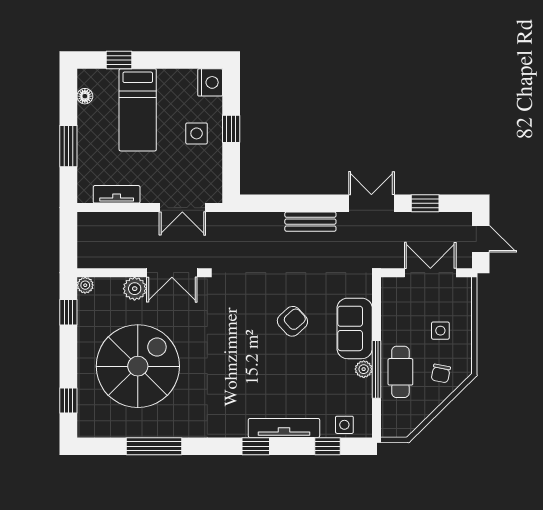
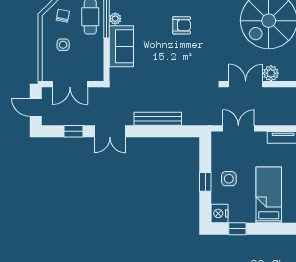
window: (119, 60) -> (237, 229), moved
bench: (310, 222) -> (158, 119), width x1.36
armchair: (292, 321) -> (182, 25), moved, turned -138

